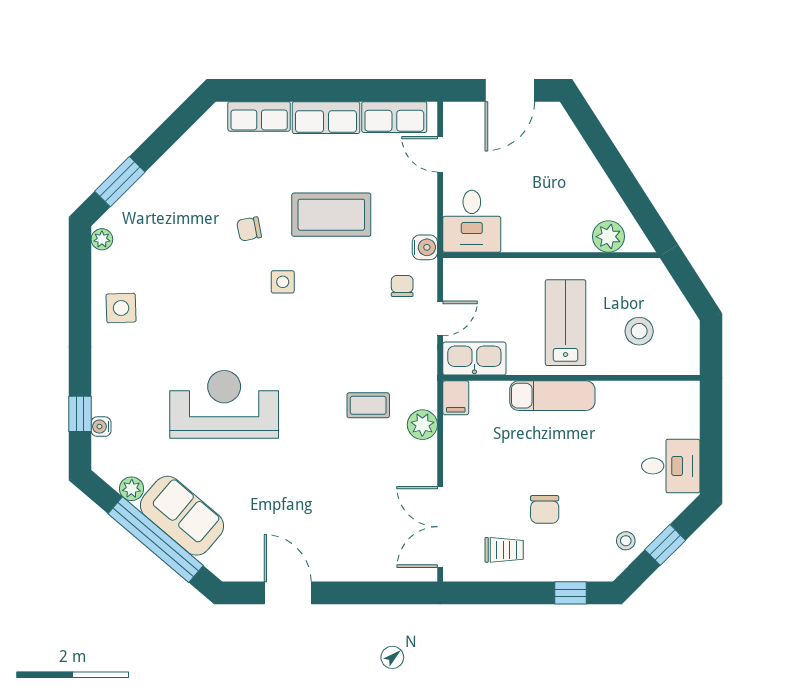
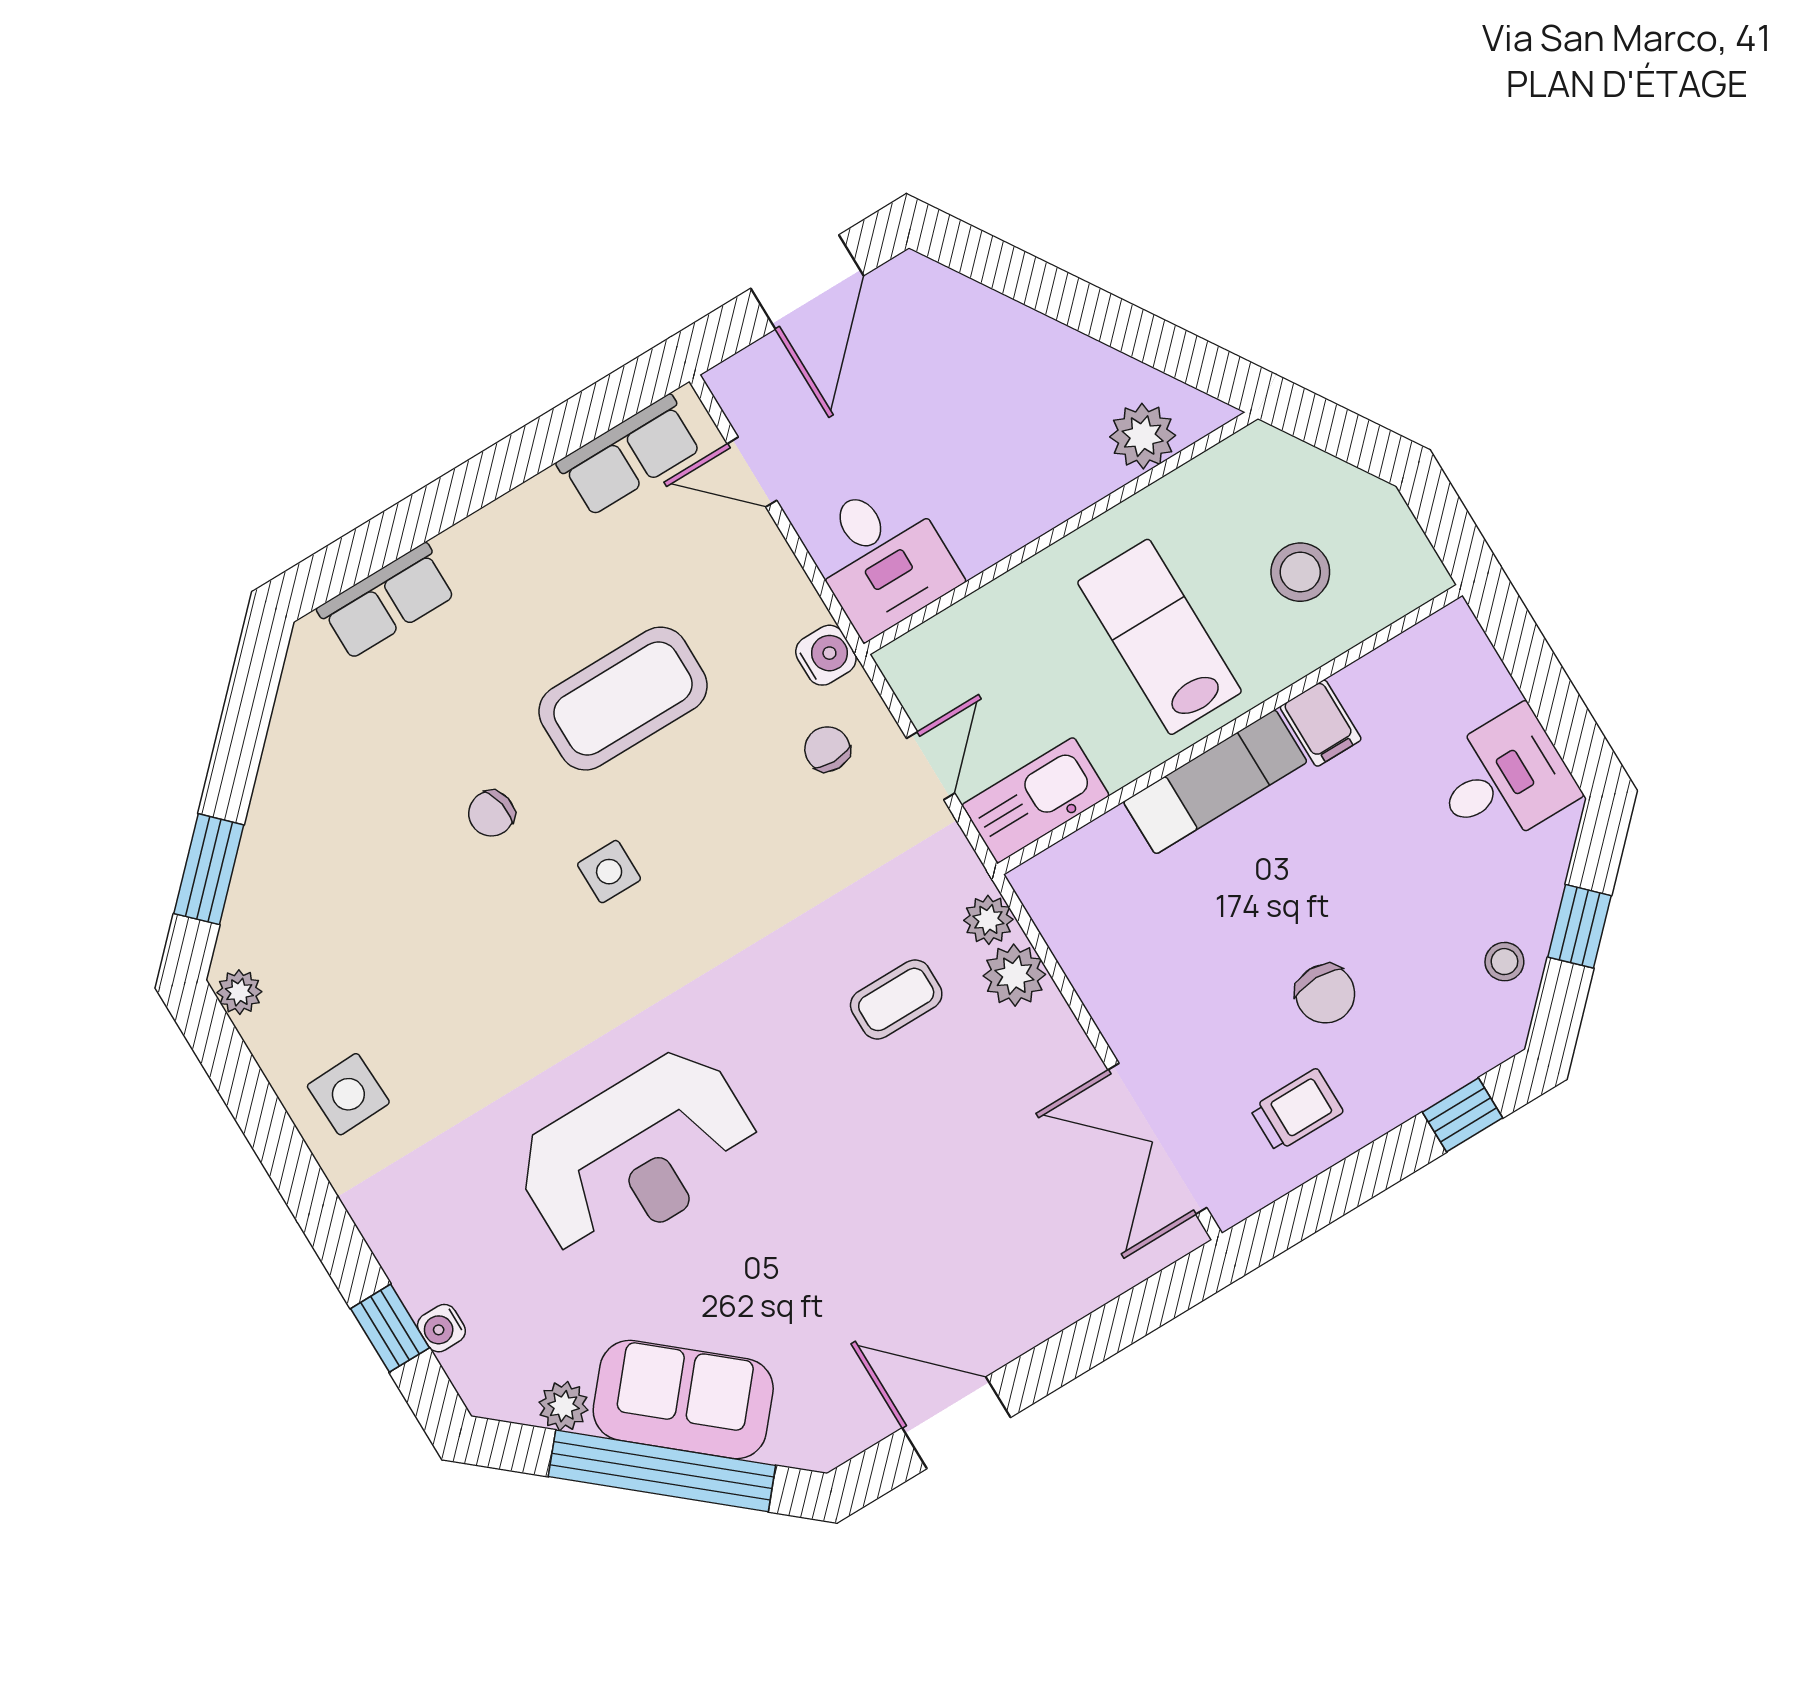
row of seats: (326, 118) -> (508, 531), removed
plant: (426, 396) -> (988, 920), added
filing cabinet: (456, 398) -> (1321, 723), moved
reception desk: (224, 404) -> (638, 1155), turned 180

